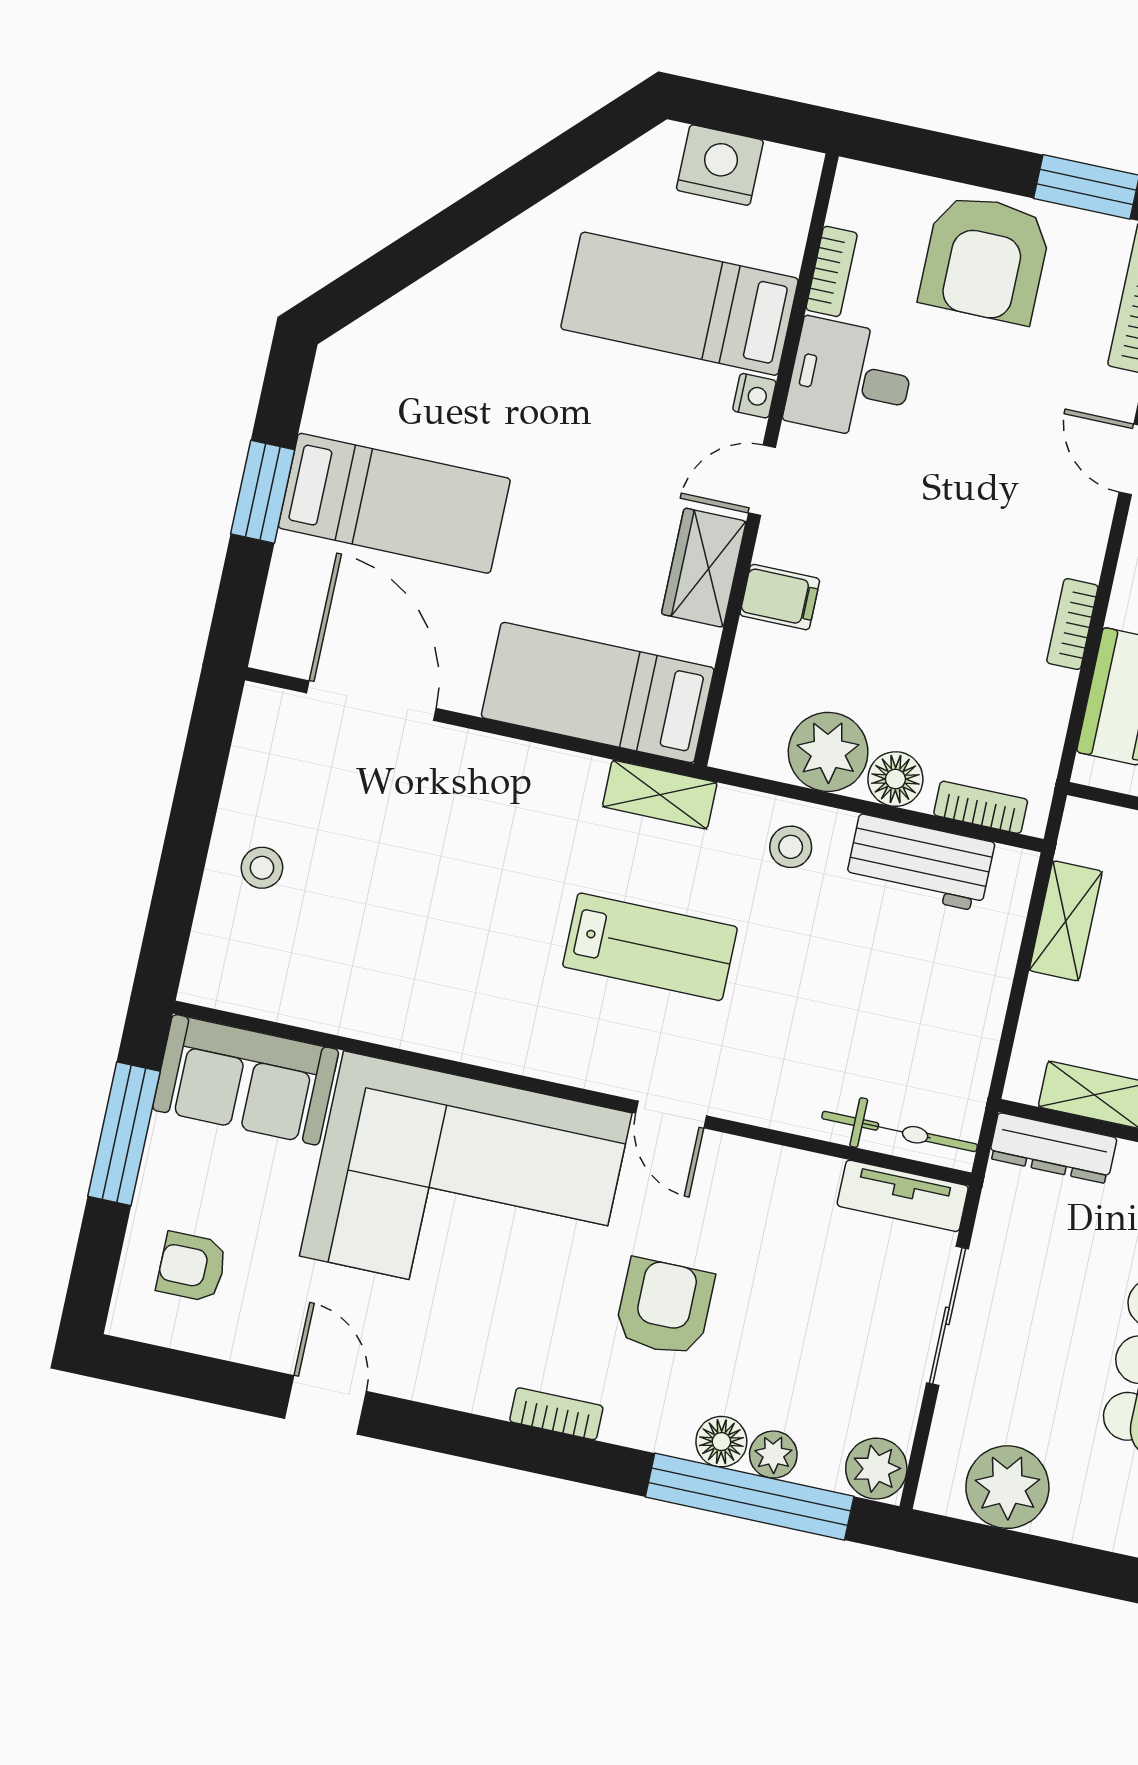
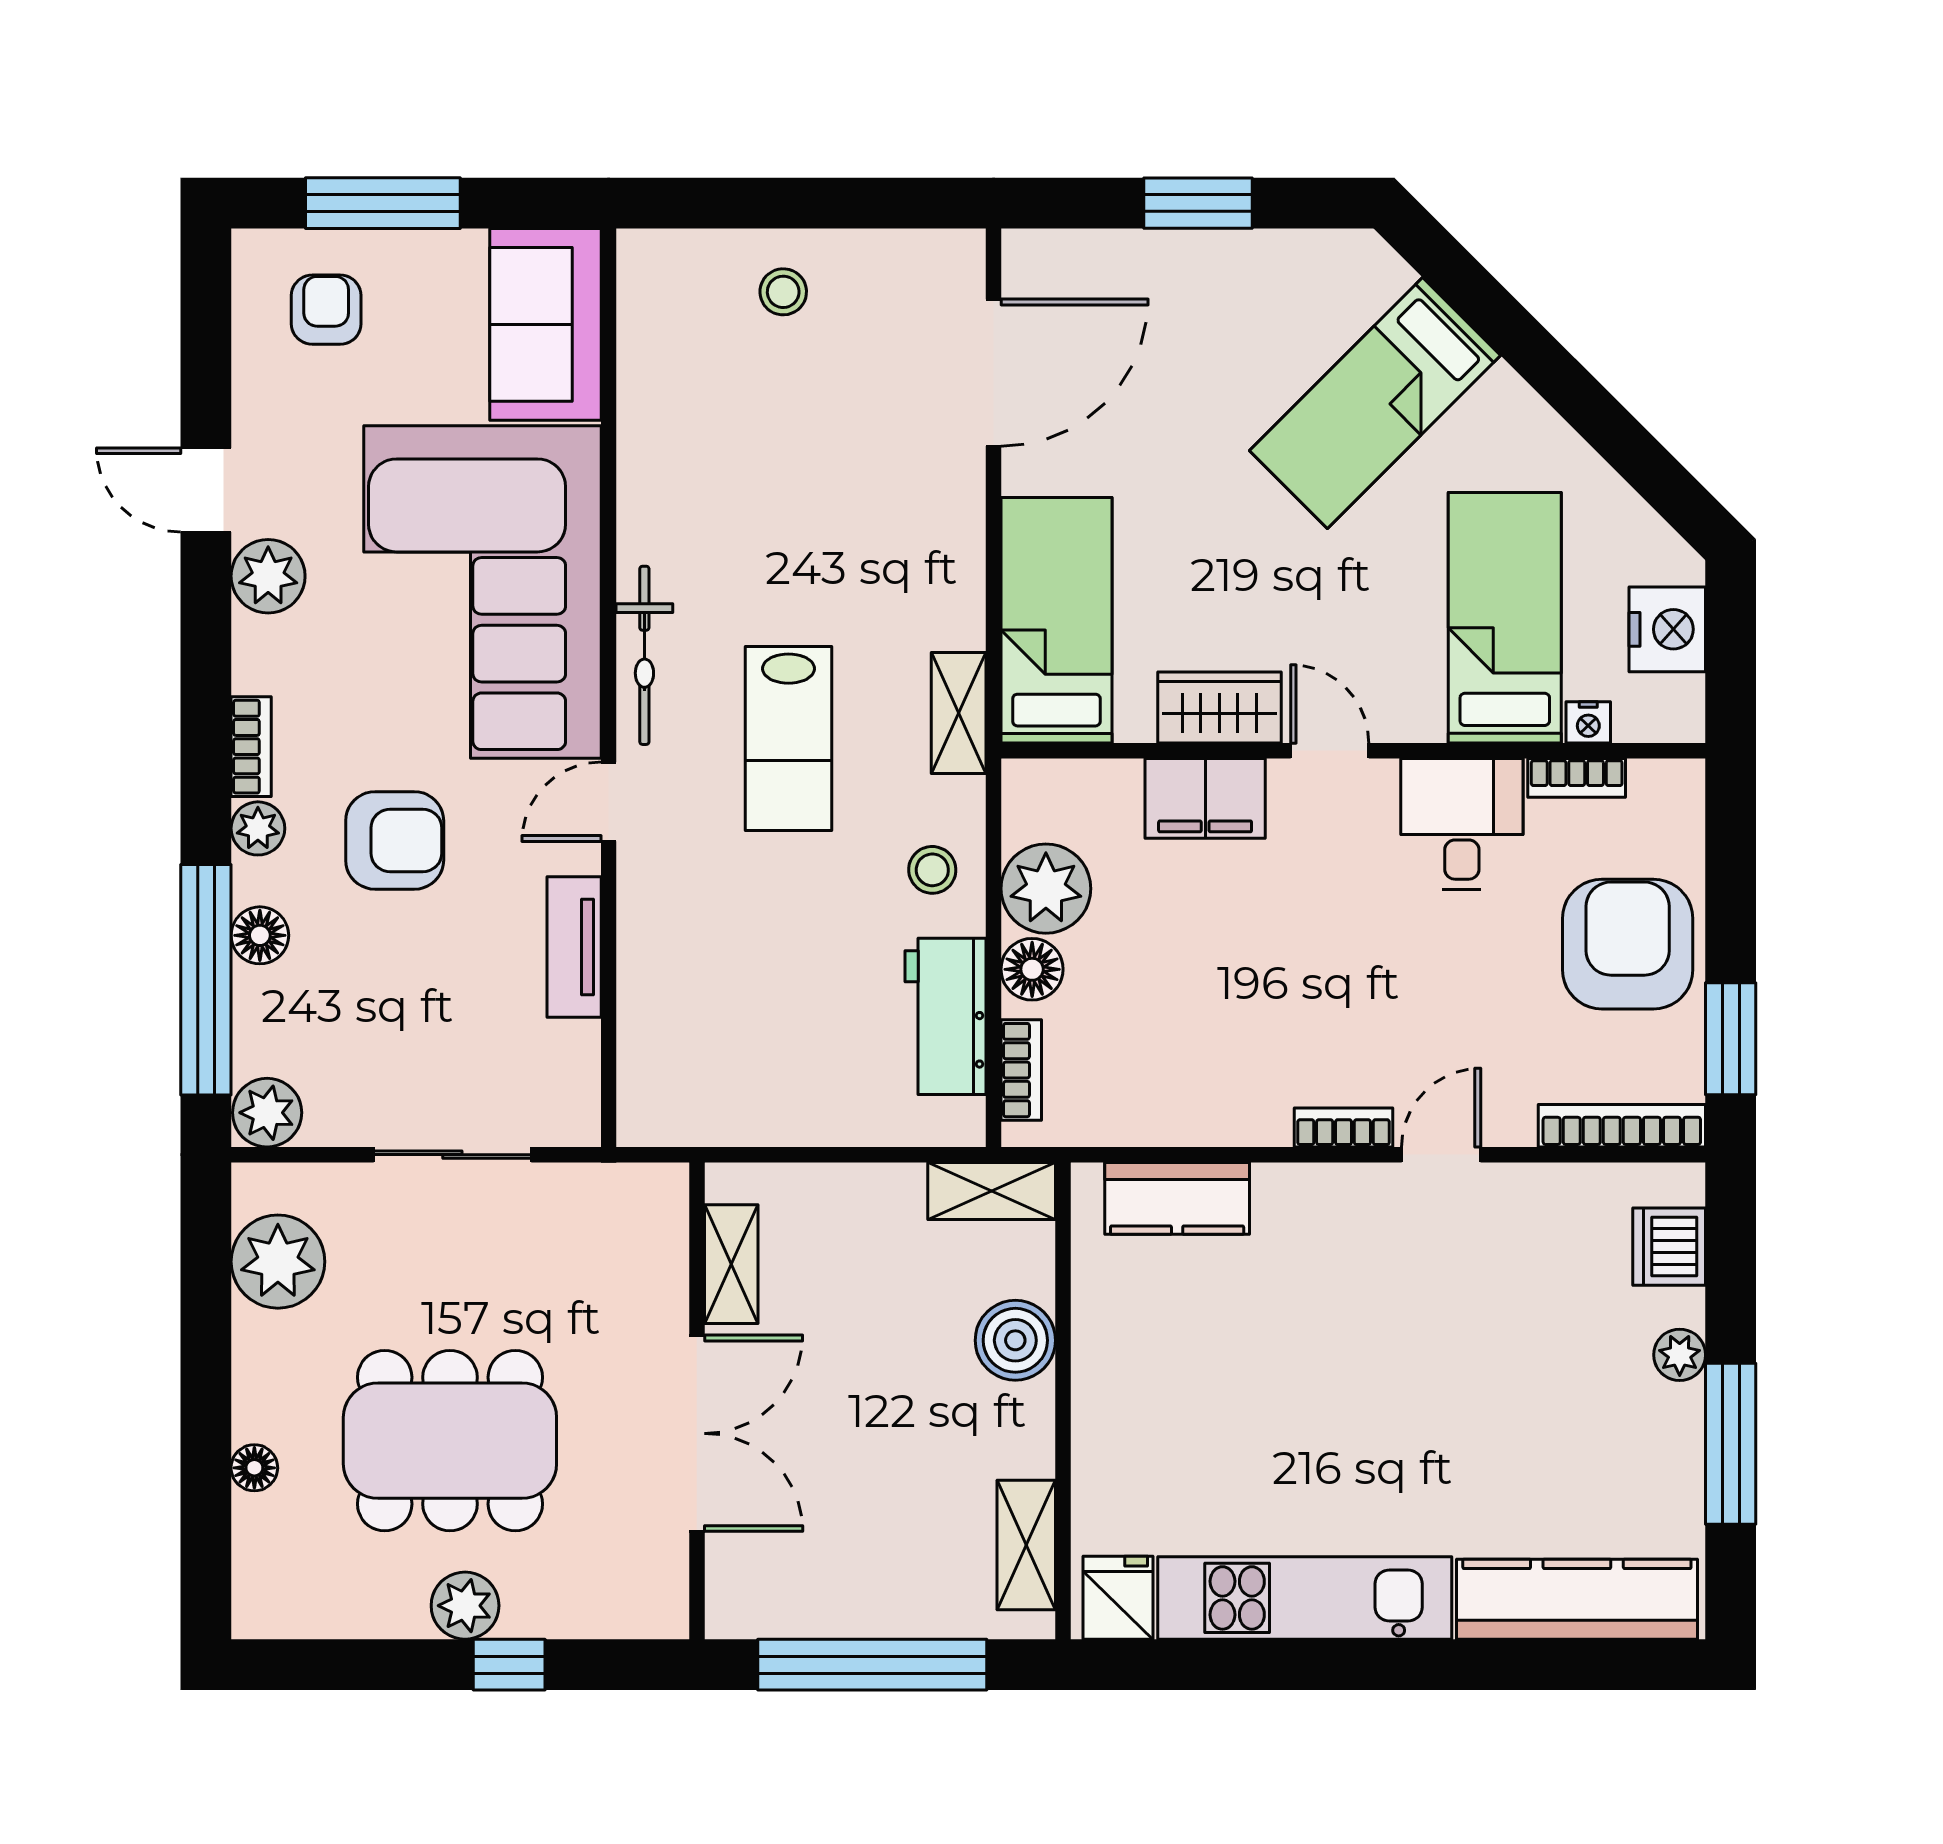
armchair: (985, 258) -> (1628, 944), turned 90
nightstand: (754, 396) -> (1588, 722), moved
bed: (394, 503) -> (1375, 403), moved, turned 45
filing cabinet: (780, 597) -> (1205, 798), width x2.00
bookcase: (1072, 624) -> (1344, 1127), moved
shelving: (1066, 921) -> (992, 1191), moved
bicycle: (900, 1131) -> (644, 655), moved
window: (124, 1134) -> (383, 203), moved
dresser: (1053, 1148) -> (663, 1231), removed
tv unit: (903, 1196) -> (574, 947), moved
plant: (412, 1367) -> (268, 576), added
door: (326, 1405) -> (206, 490), swing flipped
plant: (773, 1455) -> (258, 828), moved

